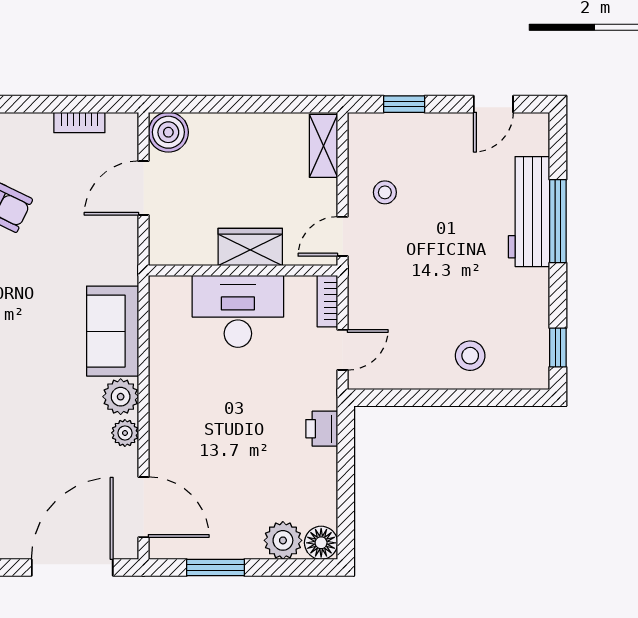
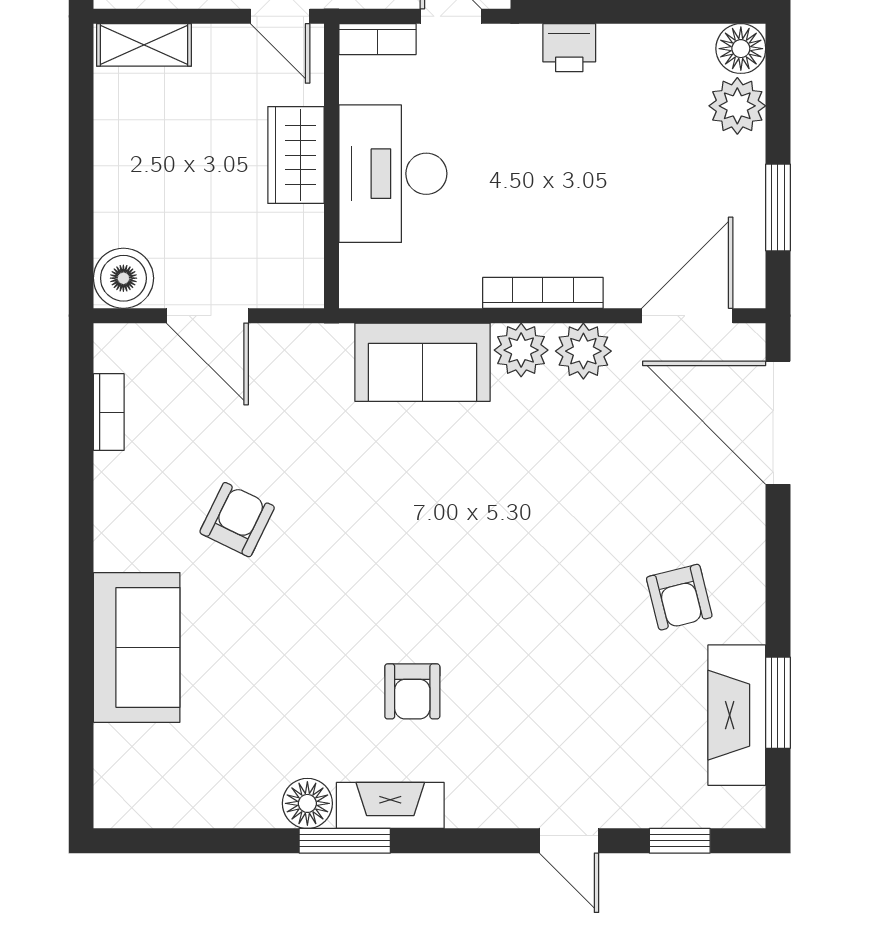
bookcase: (159, 411) -> (543, 293), added
plant: (125, 433) -> (583, 351), width x1.38, depth x1.38

